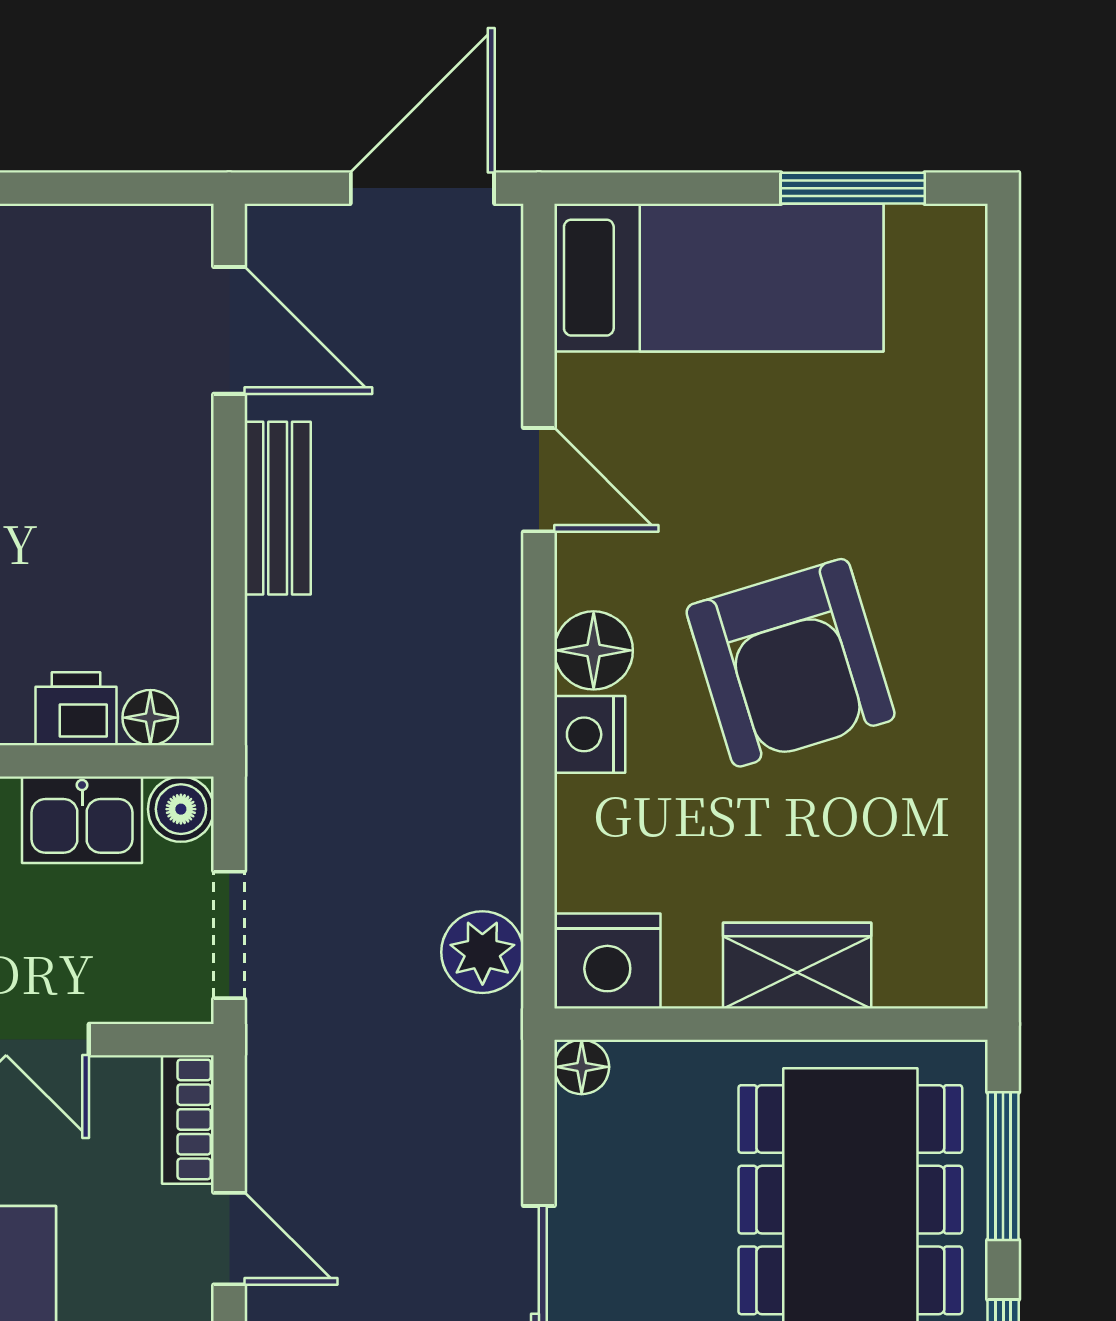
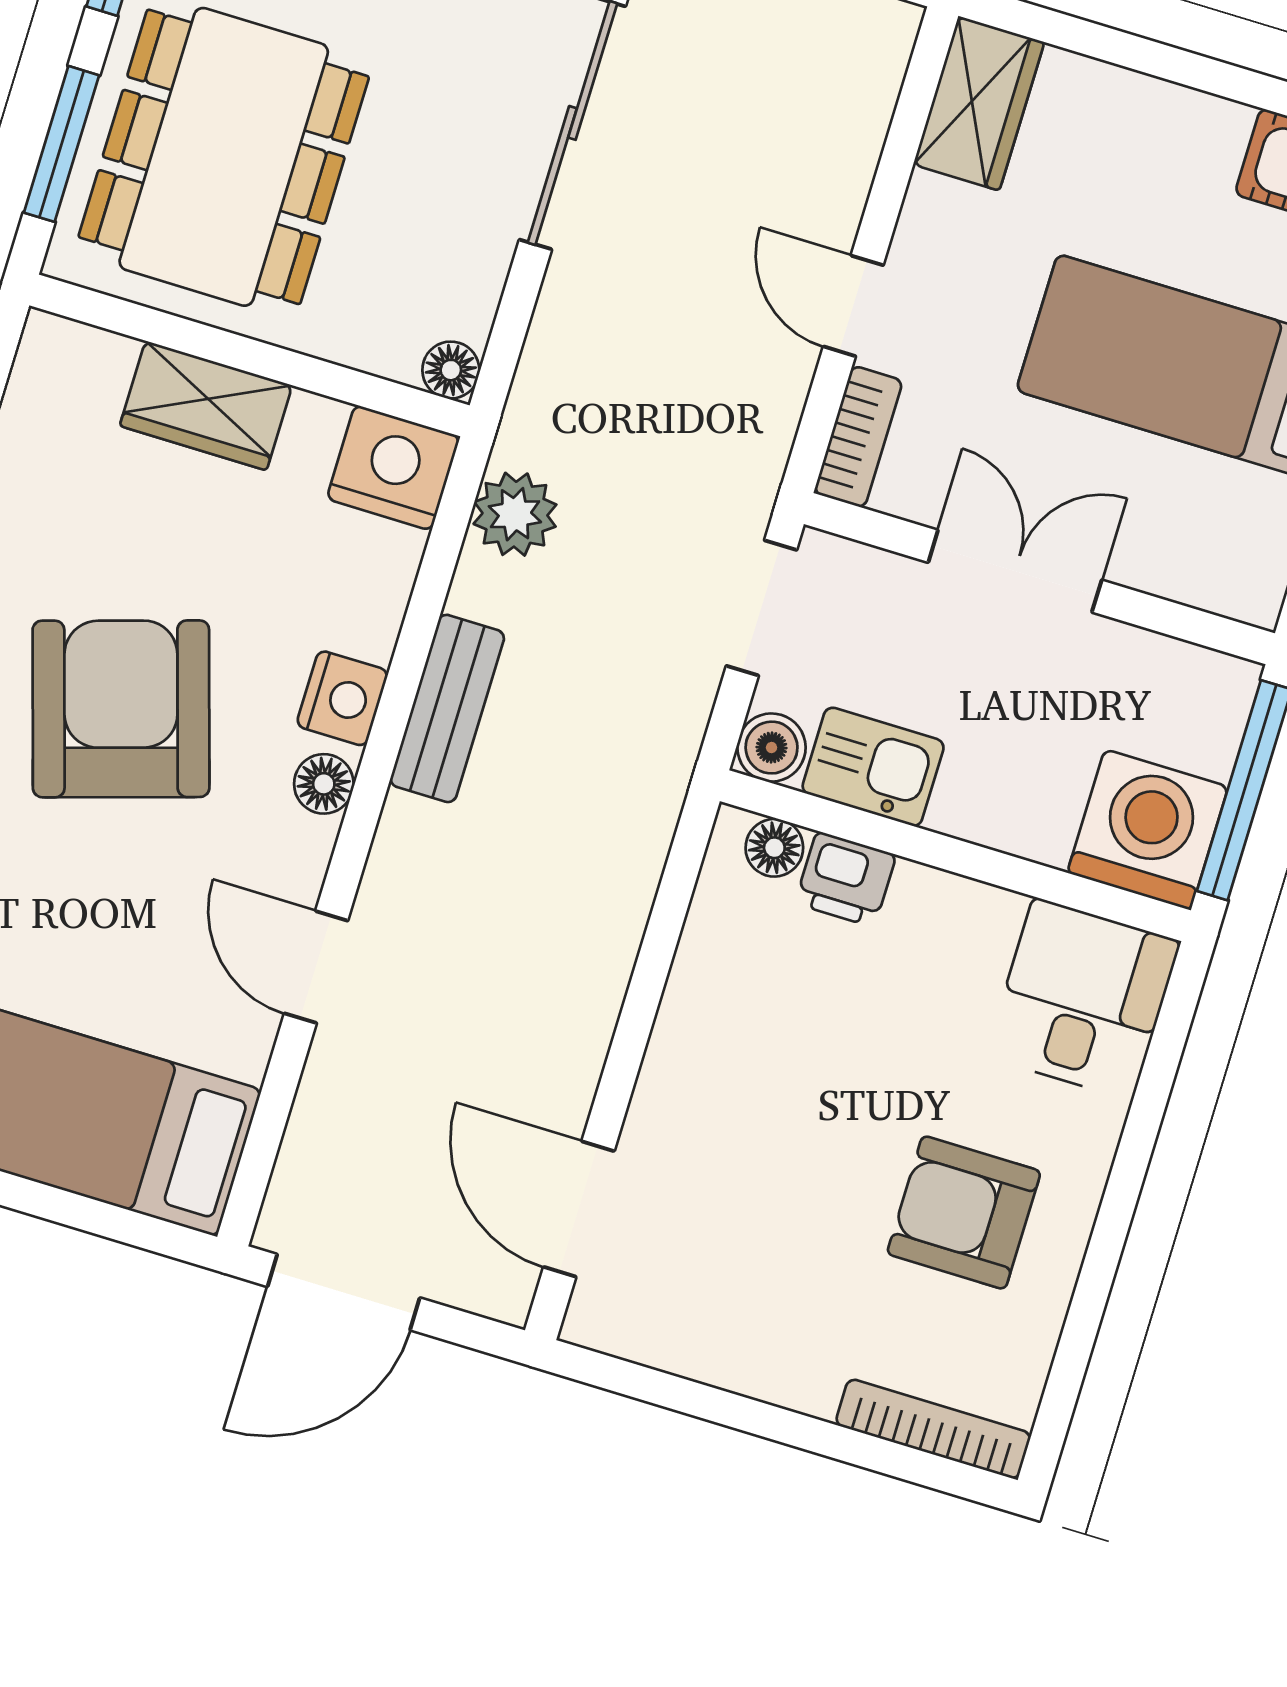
bench: (278, 508) -> (447, 708), moved
floor lamp: (594, 650) -> (324, 784), width x0.73, depth x0.73

